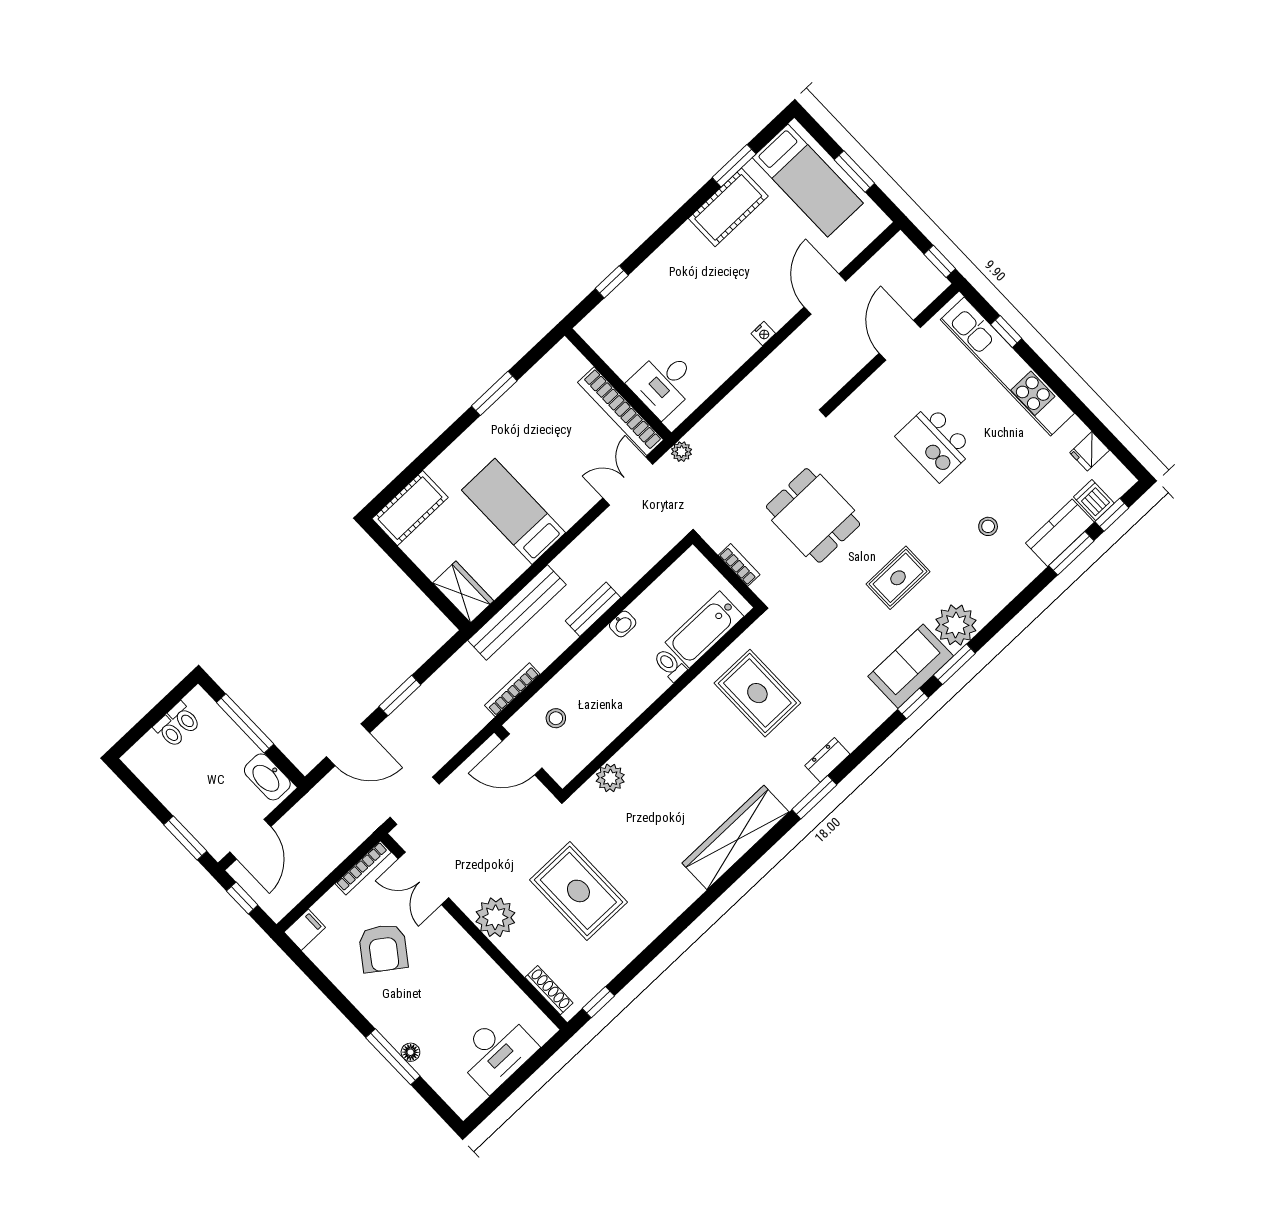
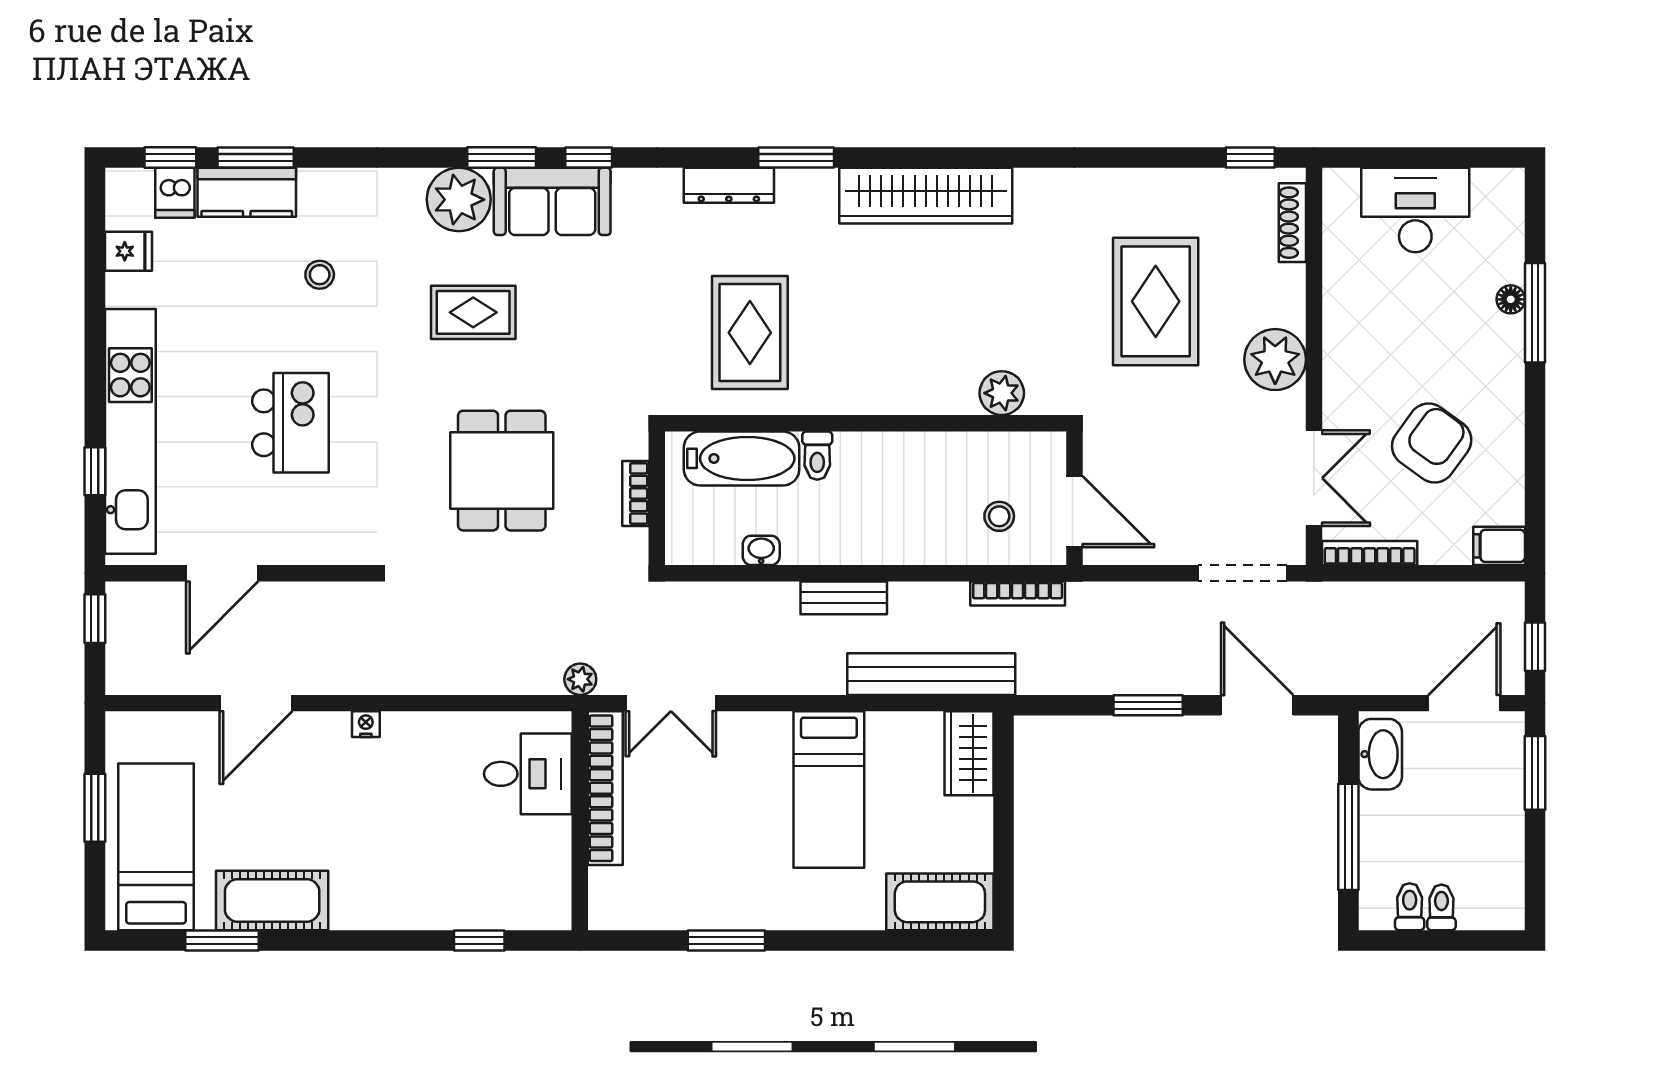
washbasin: (623, 624) -> (761, 550), moved
dresser: (827, 760) -> (729, 185), width x1.44

